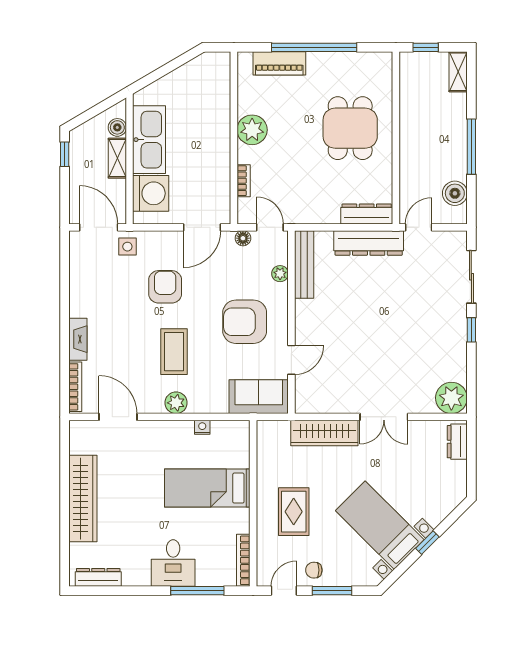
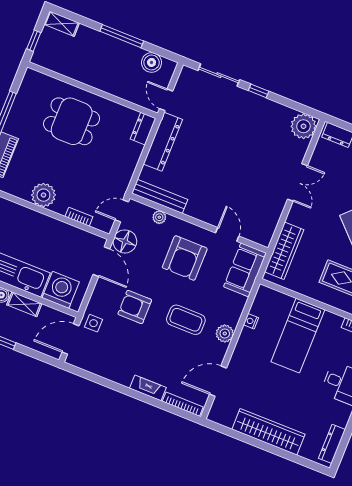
dresser: (367, 214) -> (143, 129), width x0.70
floor lamp: (243, 238) -> (125, 241), width x1.89, depth x1.89
wardrobe: (324, 433) -> (284, 251), moved

